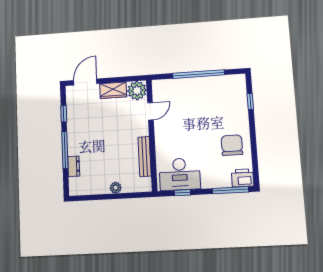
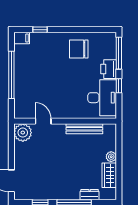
filing cabinet: (240, 82) -> (22, 38), added
wardrobe: (113, 90) -> (109, 175), moved, turned 180
printer: (243, 178) -> (109, 69), moved
window: (182, 193) -> (119, 86), moved

